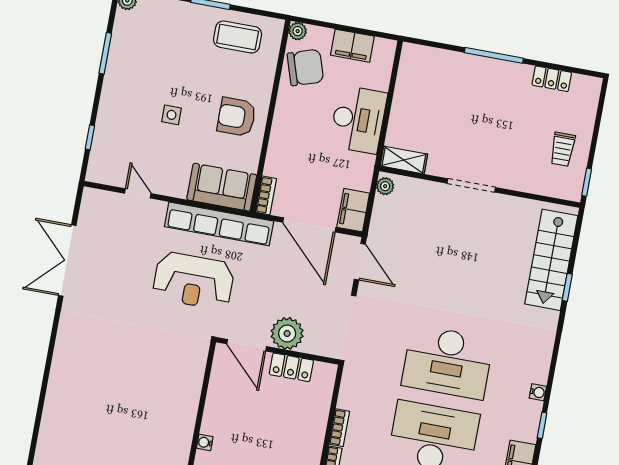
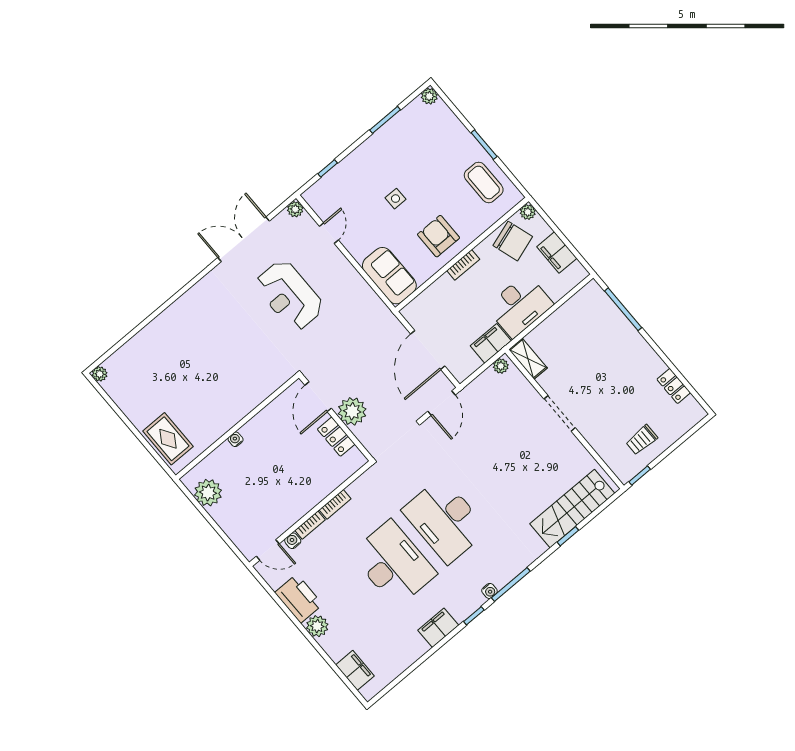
window: (494, 55) -> (623, 309), moved
bookcase: (266, 195) -> (463, 265), moved
plant: (91, 197) -> (295, 209), added
filing cabinet: (353, 210) -> (491, 343), moved
row of seats: (219, 224) -> (367, 299), removed
reception desk: (194, 281) -> (289, 295), moved
window: (552, 371) -> (511, 585), added

